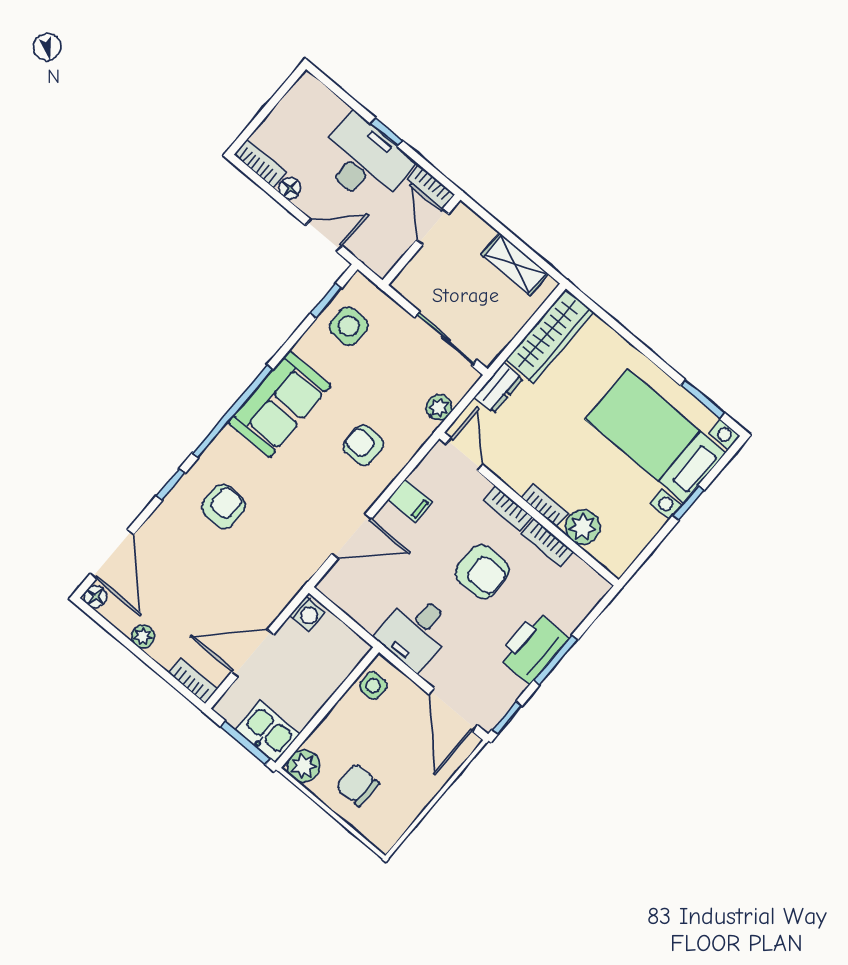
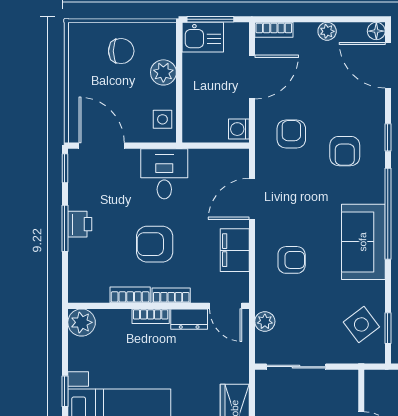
side table: (349, 326) -> (361, 324), turned -37
dresser: (499, 388) -> (189, 319), moved, turned -90
filing cabinet: (410, 501) -> (235, 250), width x2.00
plant: (583, 527) -> (82, 322), moved
armchair: (261, 567) -> (291, 134), added
printer: (533, 647) -> (80, 224), width x0.53, depth x0.68
plant: (304, 766) -> (163, 72), moved

